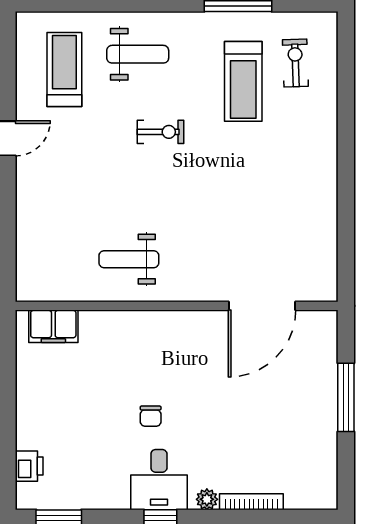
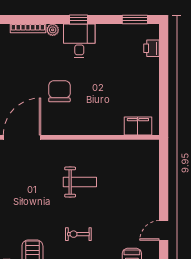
weight bench: (129, 259) -> (80, 182), moved
chair: (151, 416) -> (59, 91), moved, width x1.87, depth x1.87

